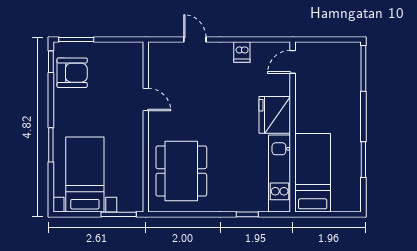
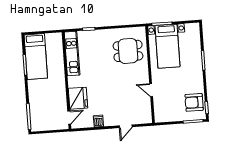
door: (195, 39) -> (126, 126), hinge flipped
fridge: (275, 115) -> (78, 98), moved
dining table: (181, 171) -> (128, 51), width x0.73
bed: (313, 173) -> (36, 57), moved
bed with nightstands: (85, 174) -> (167, 46), moved

